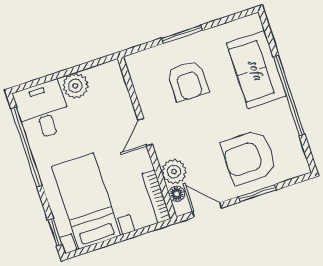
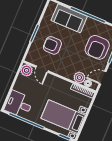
armchair: (188, 81) -> (52, 45), turned 180
plant: (75, 86) -> (27, 70), moved
door: (145, 132) -> (42, 69), moved

